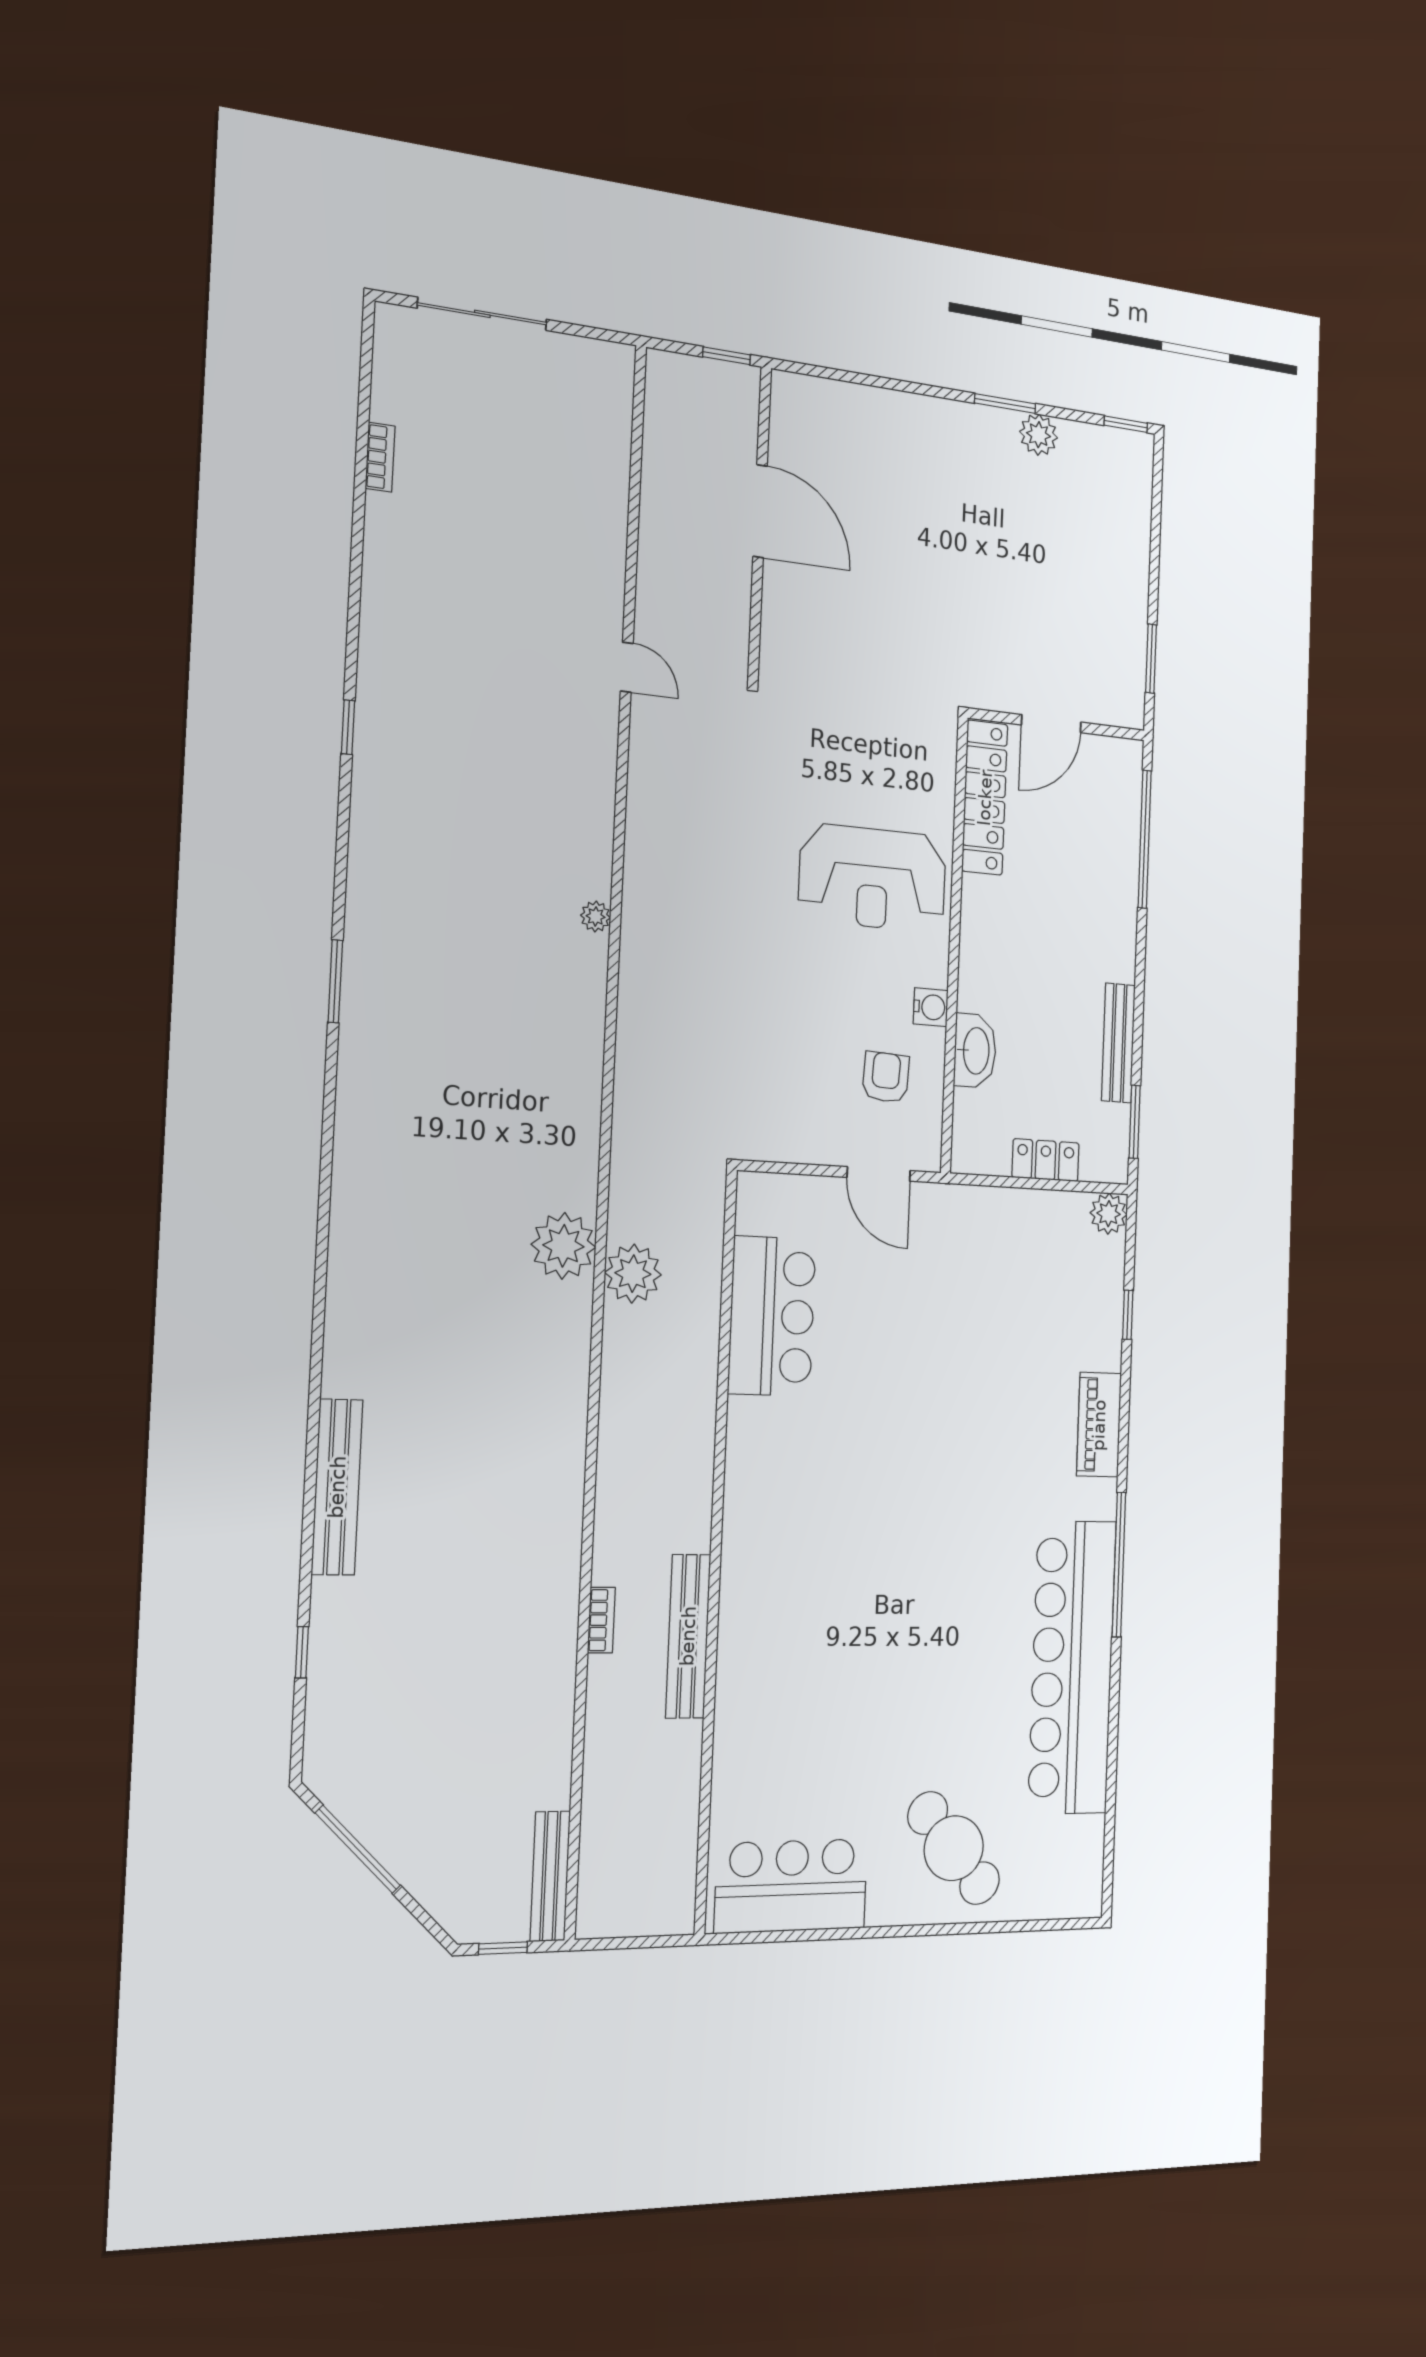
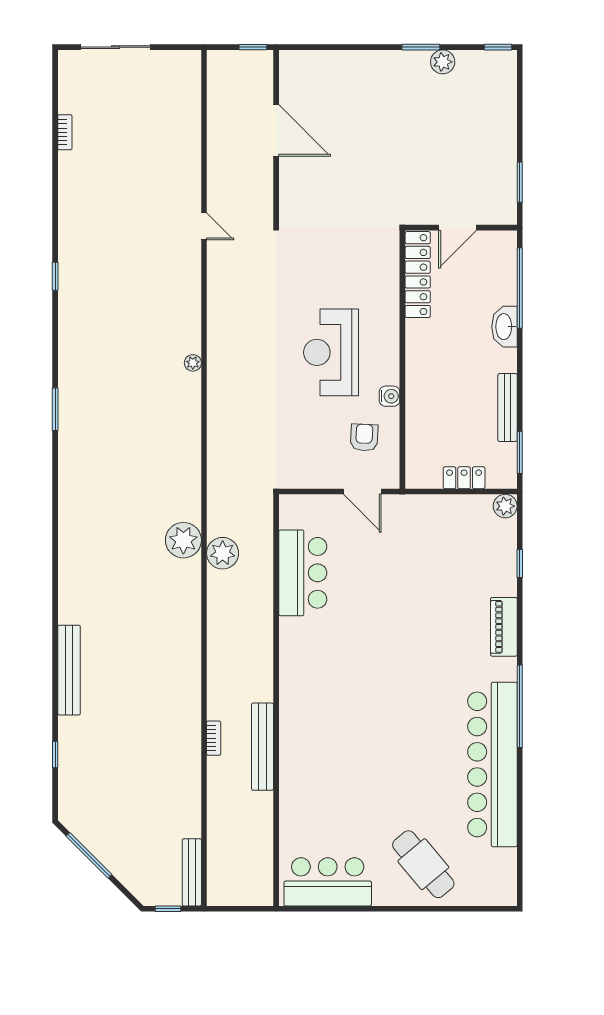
reception desk: (873, 878) -> (331, 352), moved, turned 90
washbasin: (975, 1051) -> (504, 327), moved, turned 180

